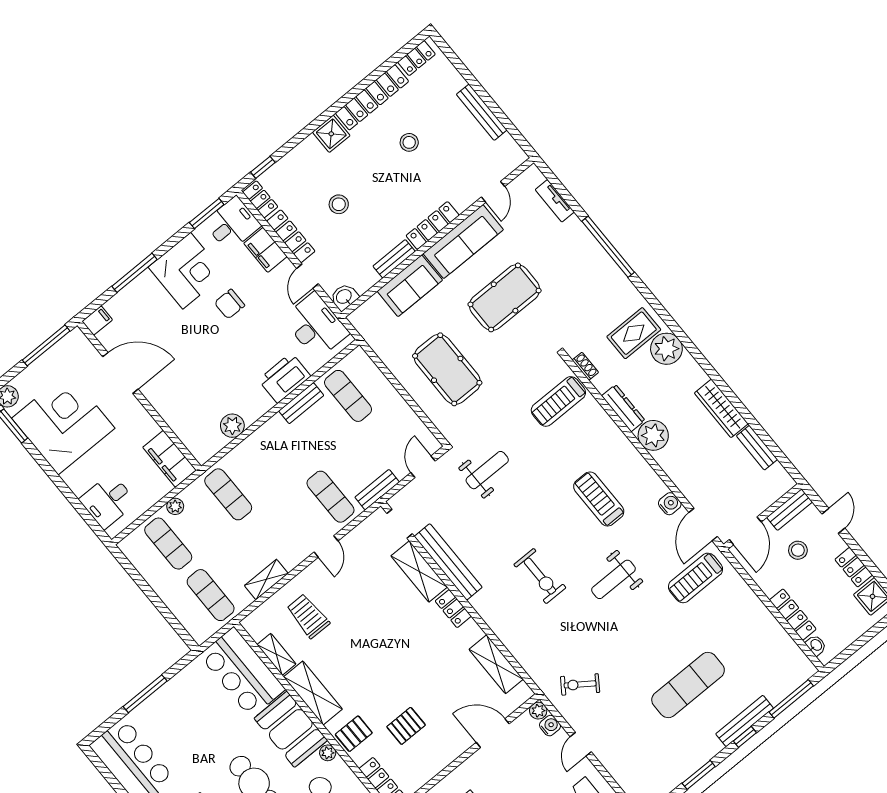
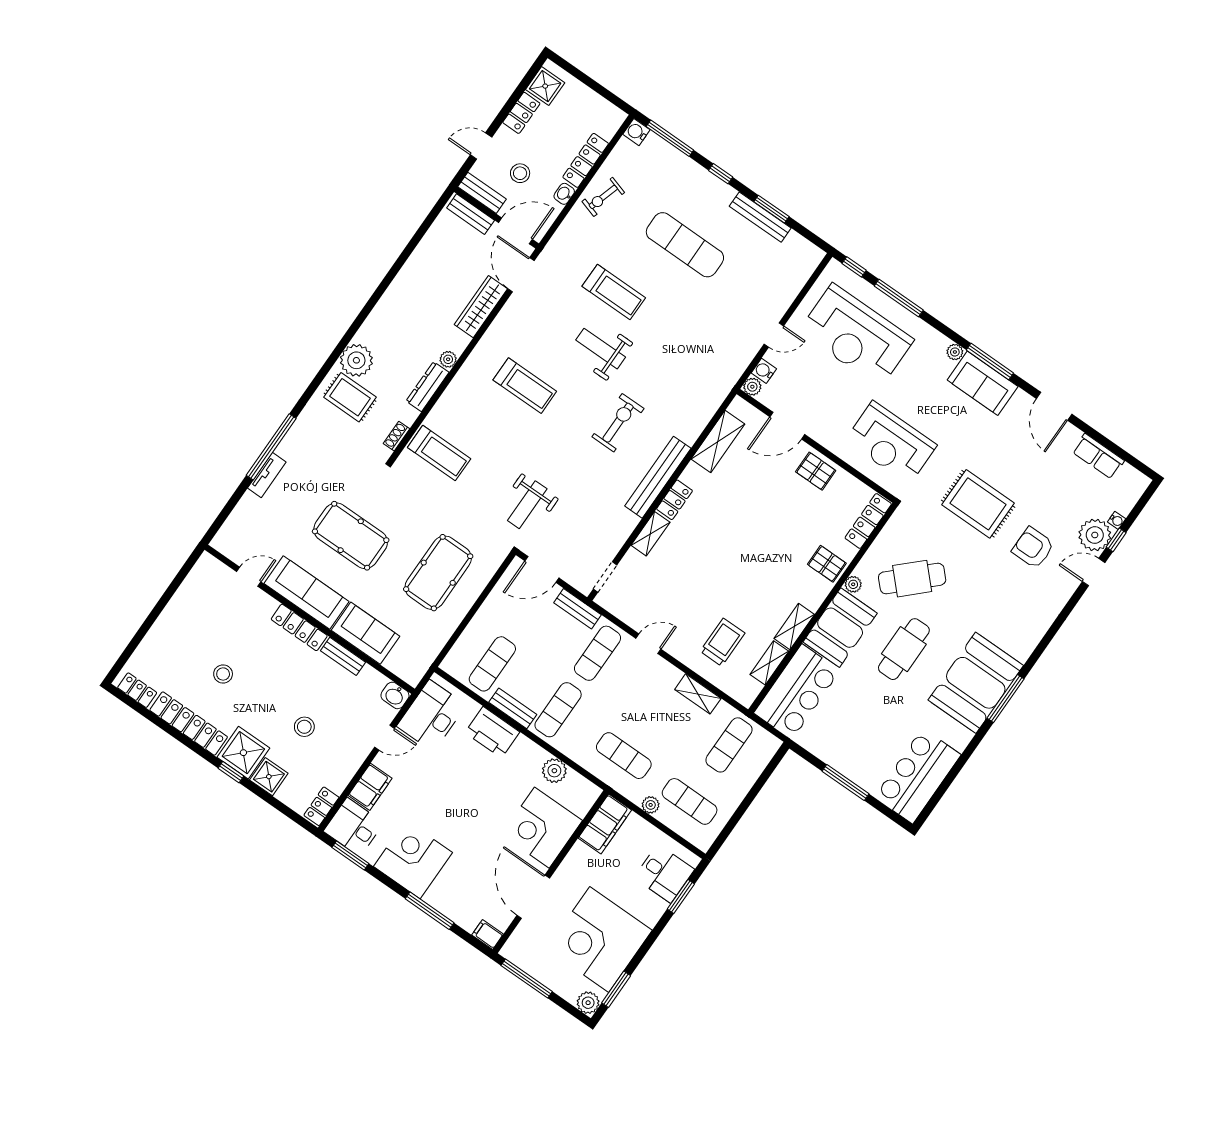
bench: (482, 112) -> (173, 610), removed
shower: (331, 134) -> (243, 753), width x1.36, depth x1.36
shower: (302, 158) -> (269, 777), added
window: (263, 167) -> (231, 772), moved
tv unit: (555, 201) -> (267, 475), moved
locker: (291, 236) -> (350, 765), removed
chair: (230, 304) -> (434, 807), removed
corner desk: (183, 399) -> (542, 828), added
wardrobe: (721, 408) -> (481, 307), moved, turned 180
plant: (653, 435) -> (448, 359), width x0.53, depth x0.53
exercise mat: (288, 445) -> (558, 710), added
bench: (757, 448) -> (471, 214), moved, turned 90
door: (423, 467) -> (542, 569), width x1.38
weight bench: (487, 470) -> (527, 505), turned -90
exercise mat: (228, 494) -> (624, 756), turned 90
treadmill: (599, 499) -> (525, 386), turned -90
water cooler: (670, 504) -> (636, 132), moved
window: (82, 511) -> (681, 897), added
door: (703, 525) -> (521, 275), swing flipped
exercise mat: (168, 544) -> (690, 801), turned 90
bench: (448, 562) -> (658, 477), moved
shelving: (419, 571) -> (650, 534), width x0.67, depth x0.75
treadmill: (696, 578) -> (614, 292), moved
weight bench: (613, 579) -> (601, 349), turned 180
trolley: (308, 616) -> (723, 642), turned 180
washbasin: (816, 645) -> (564, 194), moved
exercise bike: (580, 684) -> (603, 197), moved, turned 72
shelving: (313, 693) -> (794, 627), width x0.67, depth x0.75
bench: (745, 721) -> (760, 217), moved
pallet: (406, 726) -> (816, 471), moved
door: (493, 733) -> (787, 426), hinge flipped

